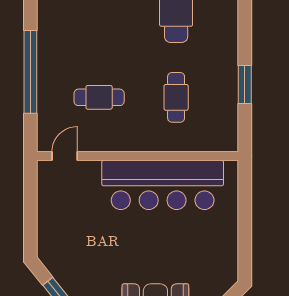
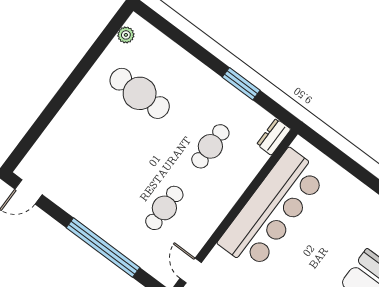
cafe table: (176, 97) -> (210, 146), turned 90
dresser: (222, 142) -> (274, 137), added

